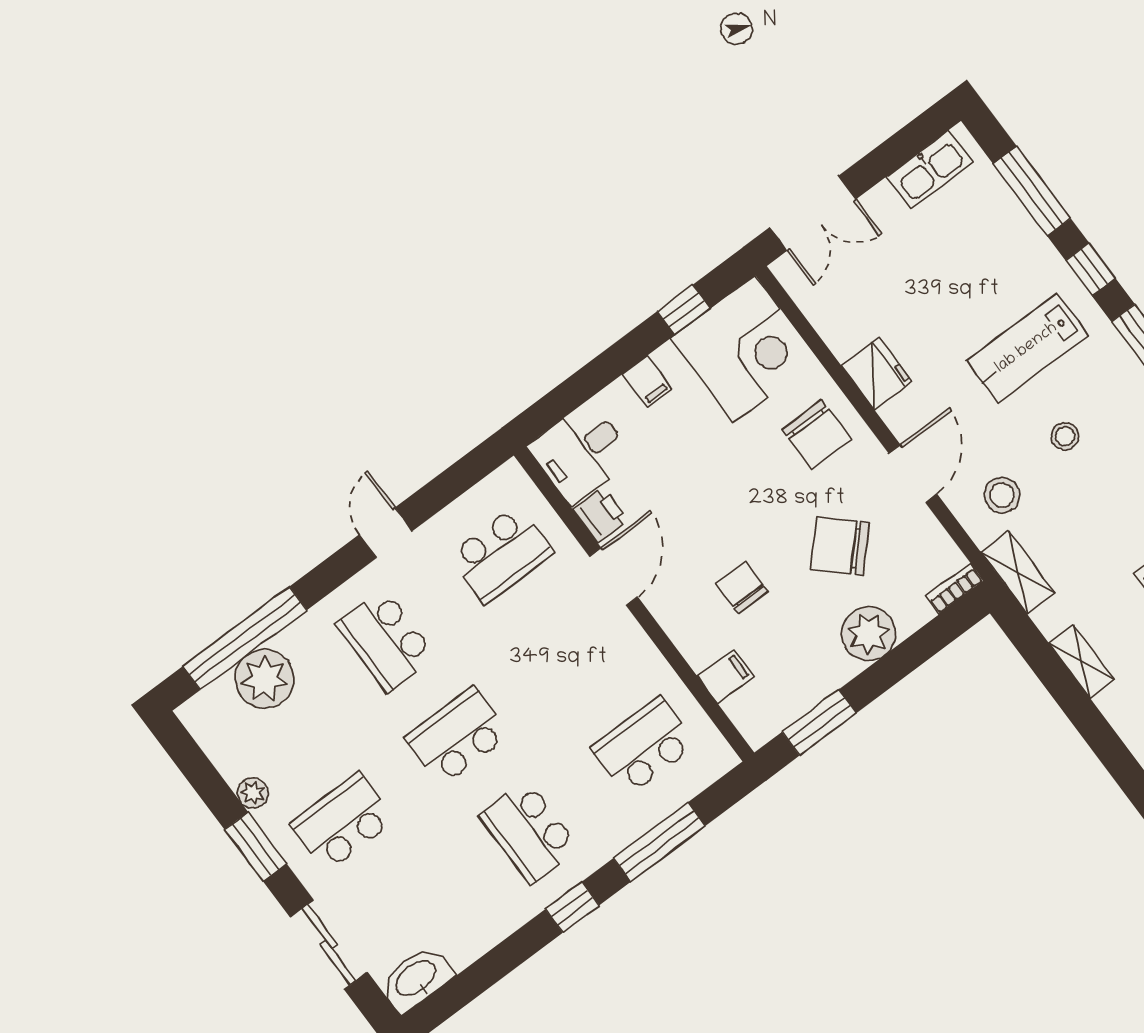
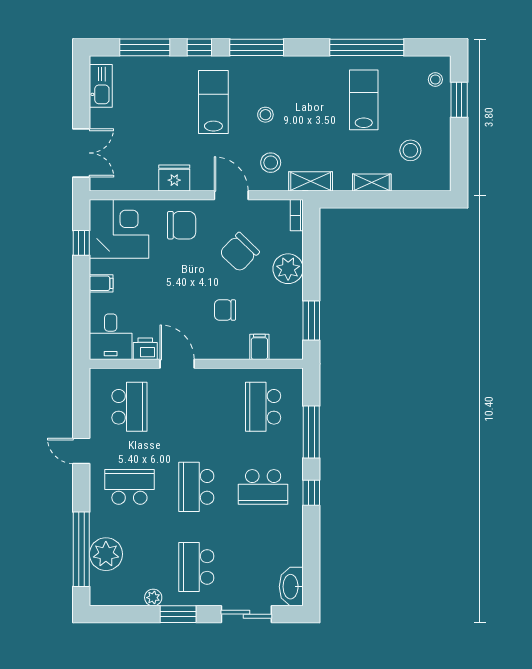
lab bench: (1027, 348) -> (213, 102), turned 180
school desk: (386, 640) -> (129, 487), turned 180

